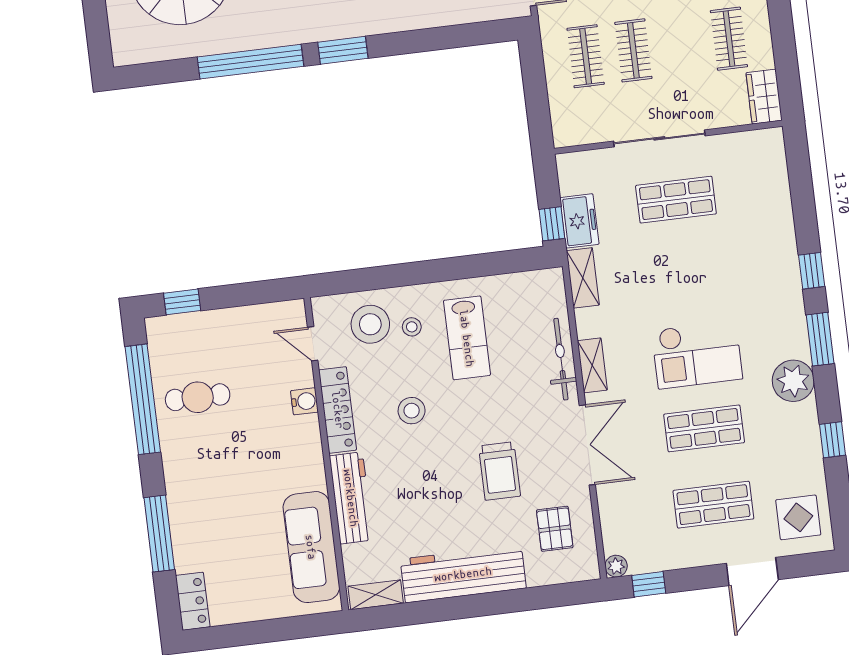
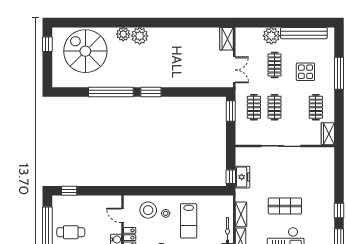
window: (533, 72) -> (231, 111), added
shop shelf: (676, 200) -> (285, 206), moved
shelving: (583, 278) -> (241, 214), moved

